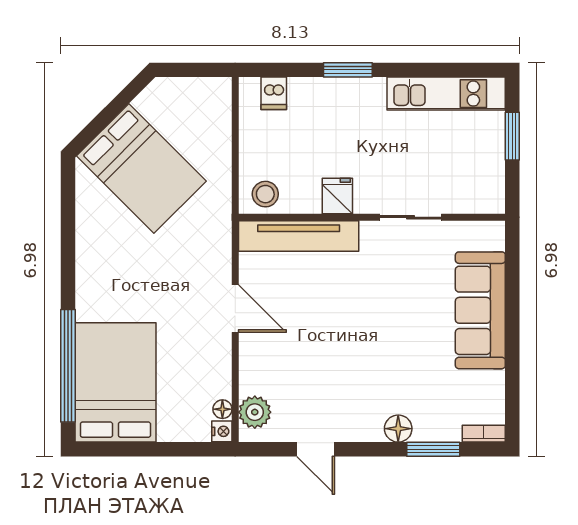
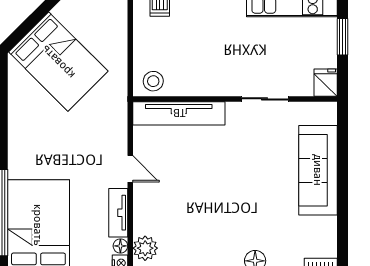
fridge: (337, 196) -> (326, 83), moved
door: (235, 309) -> (130, 169), width x0.73
tv unit: (220, 366) -> (118, 213), added

